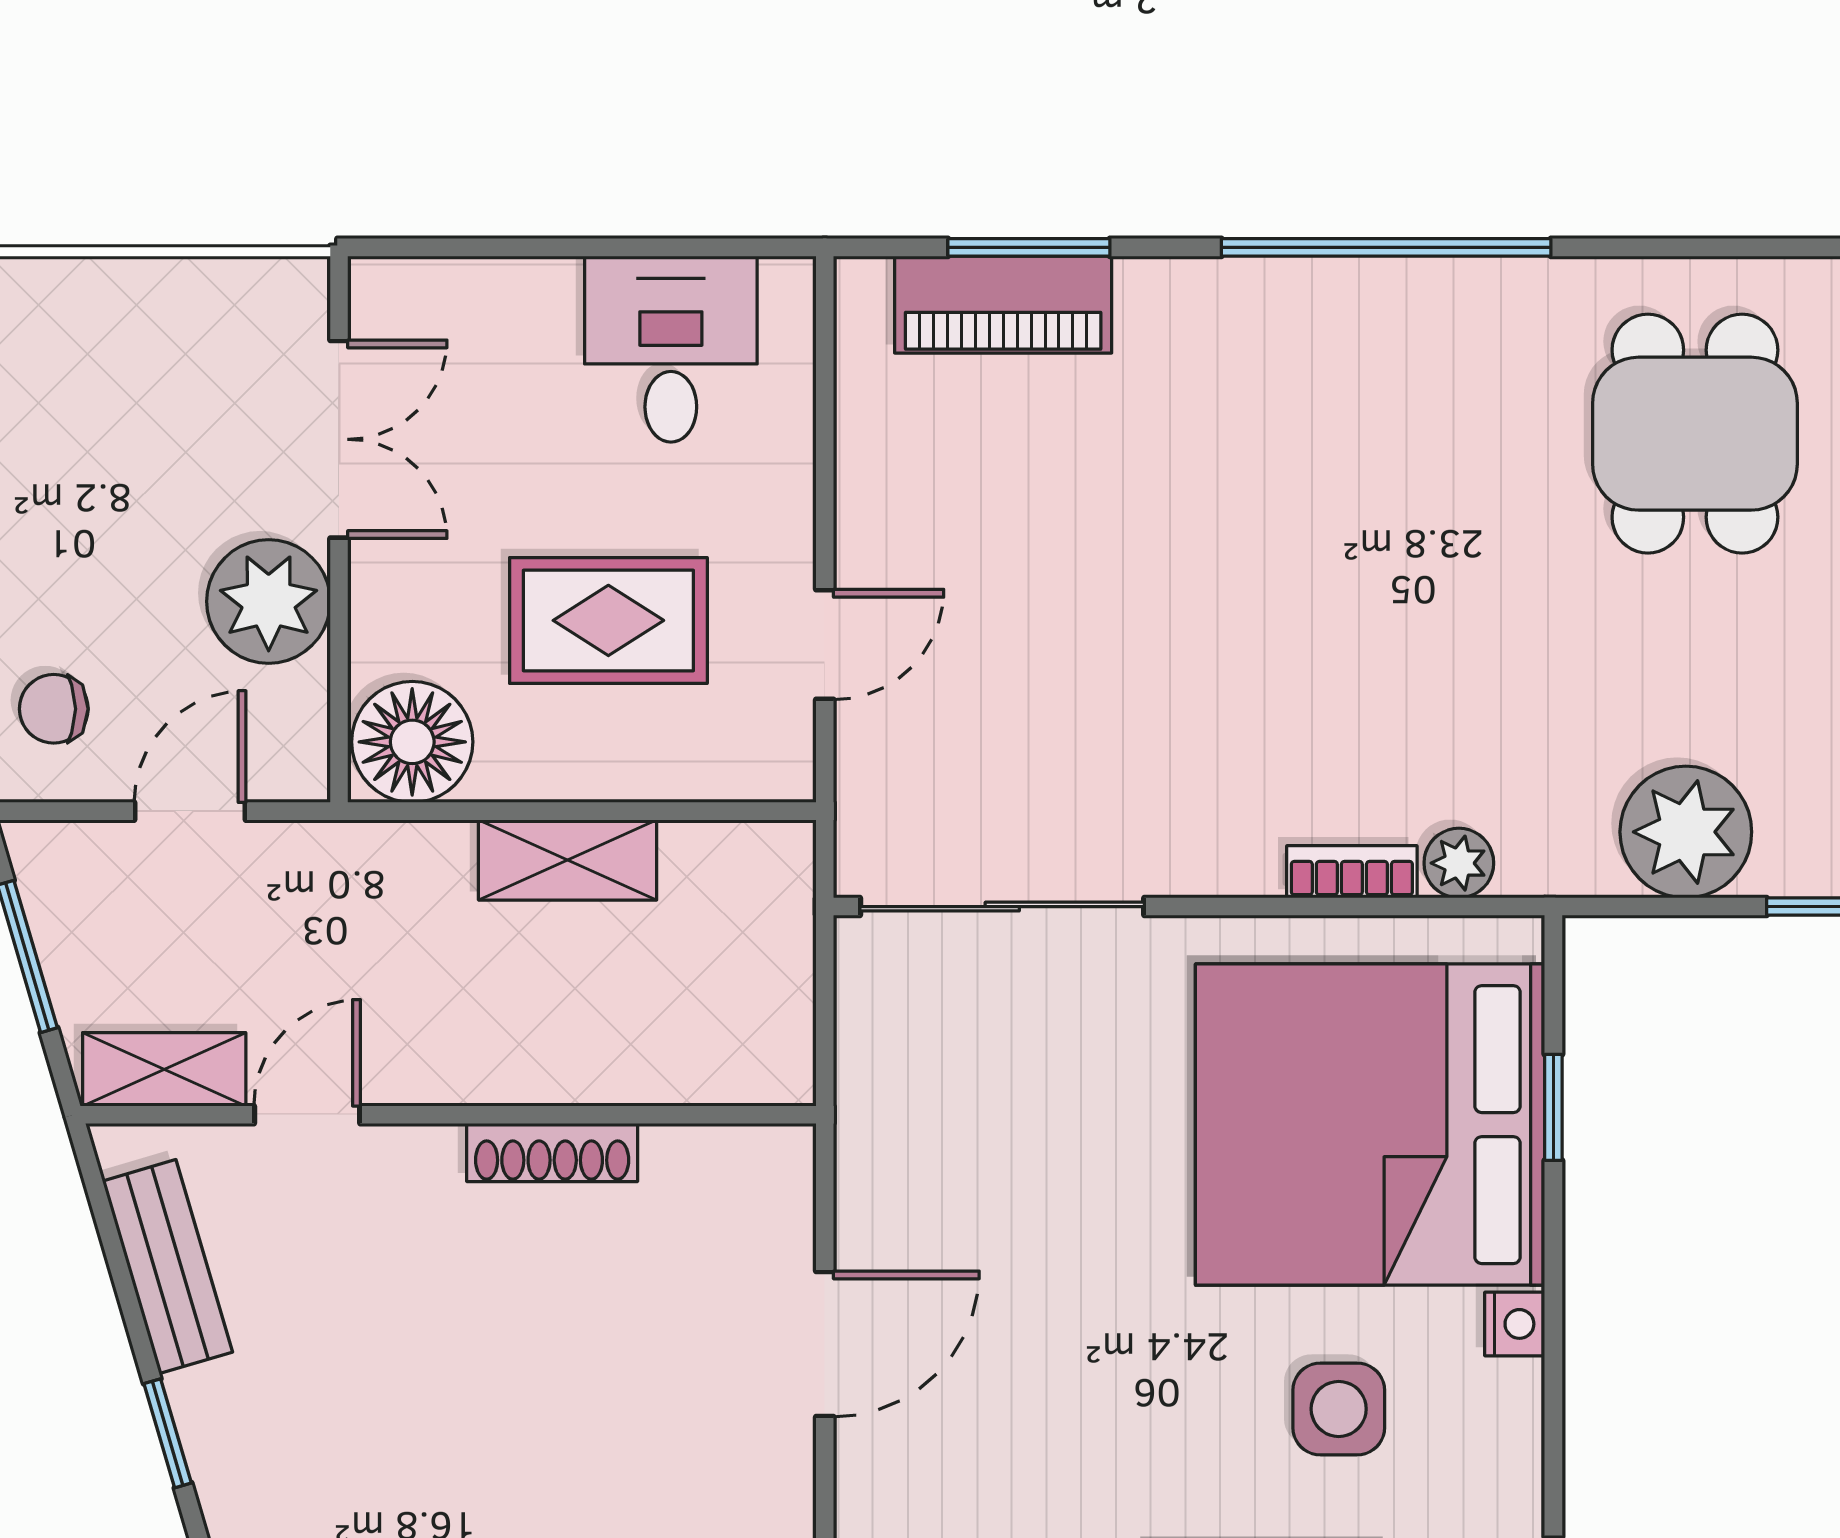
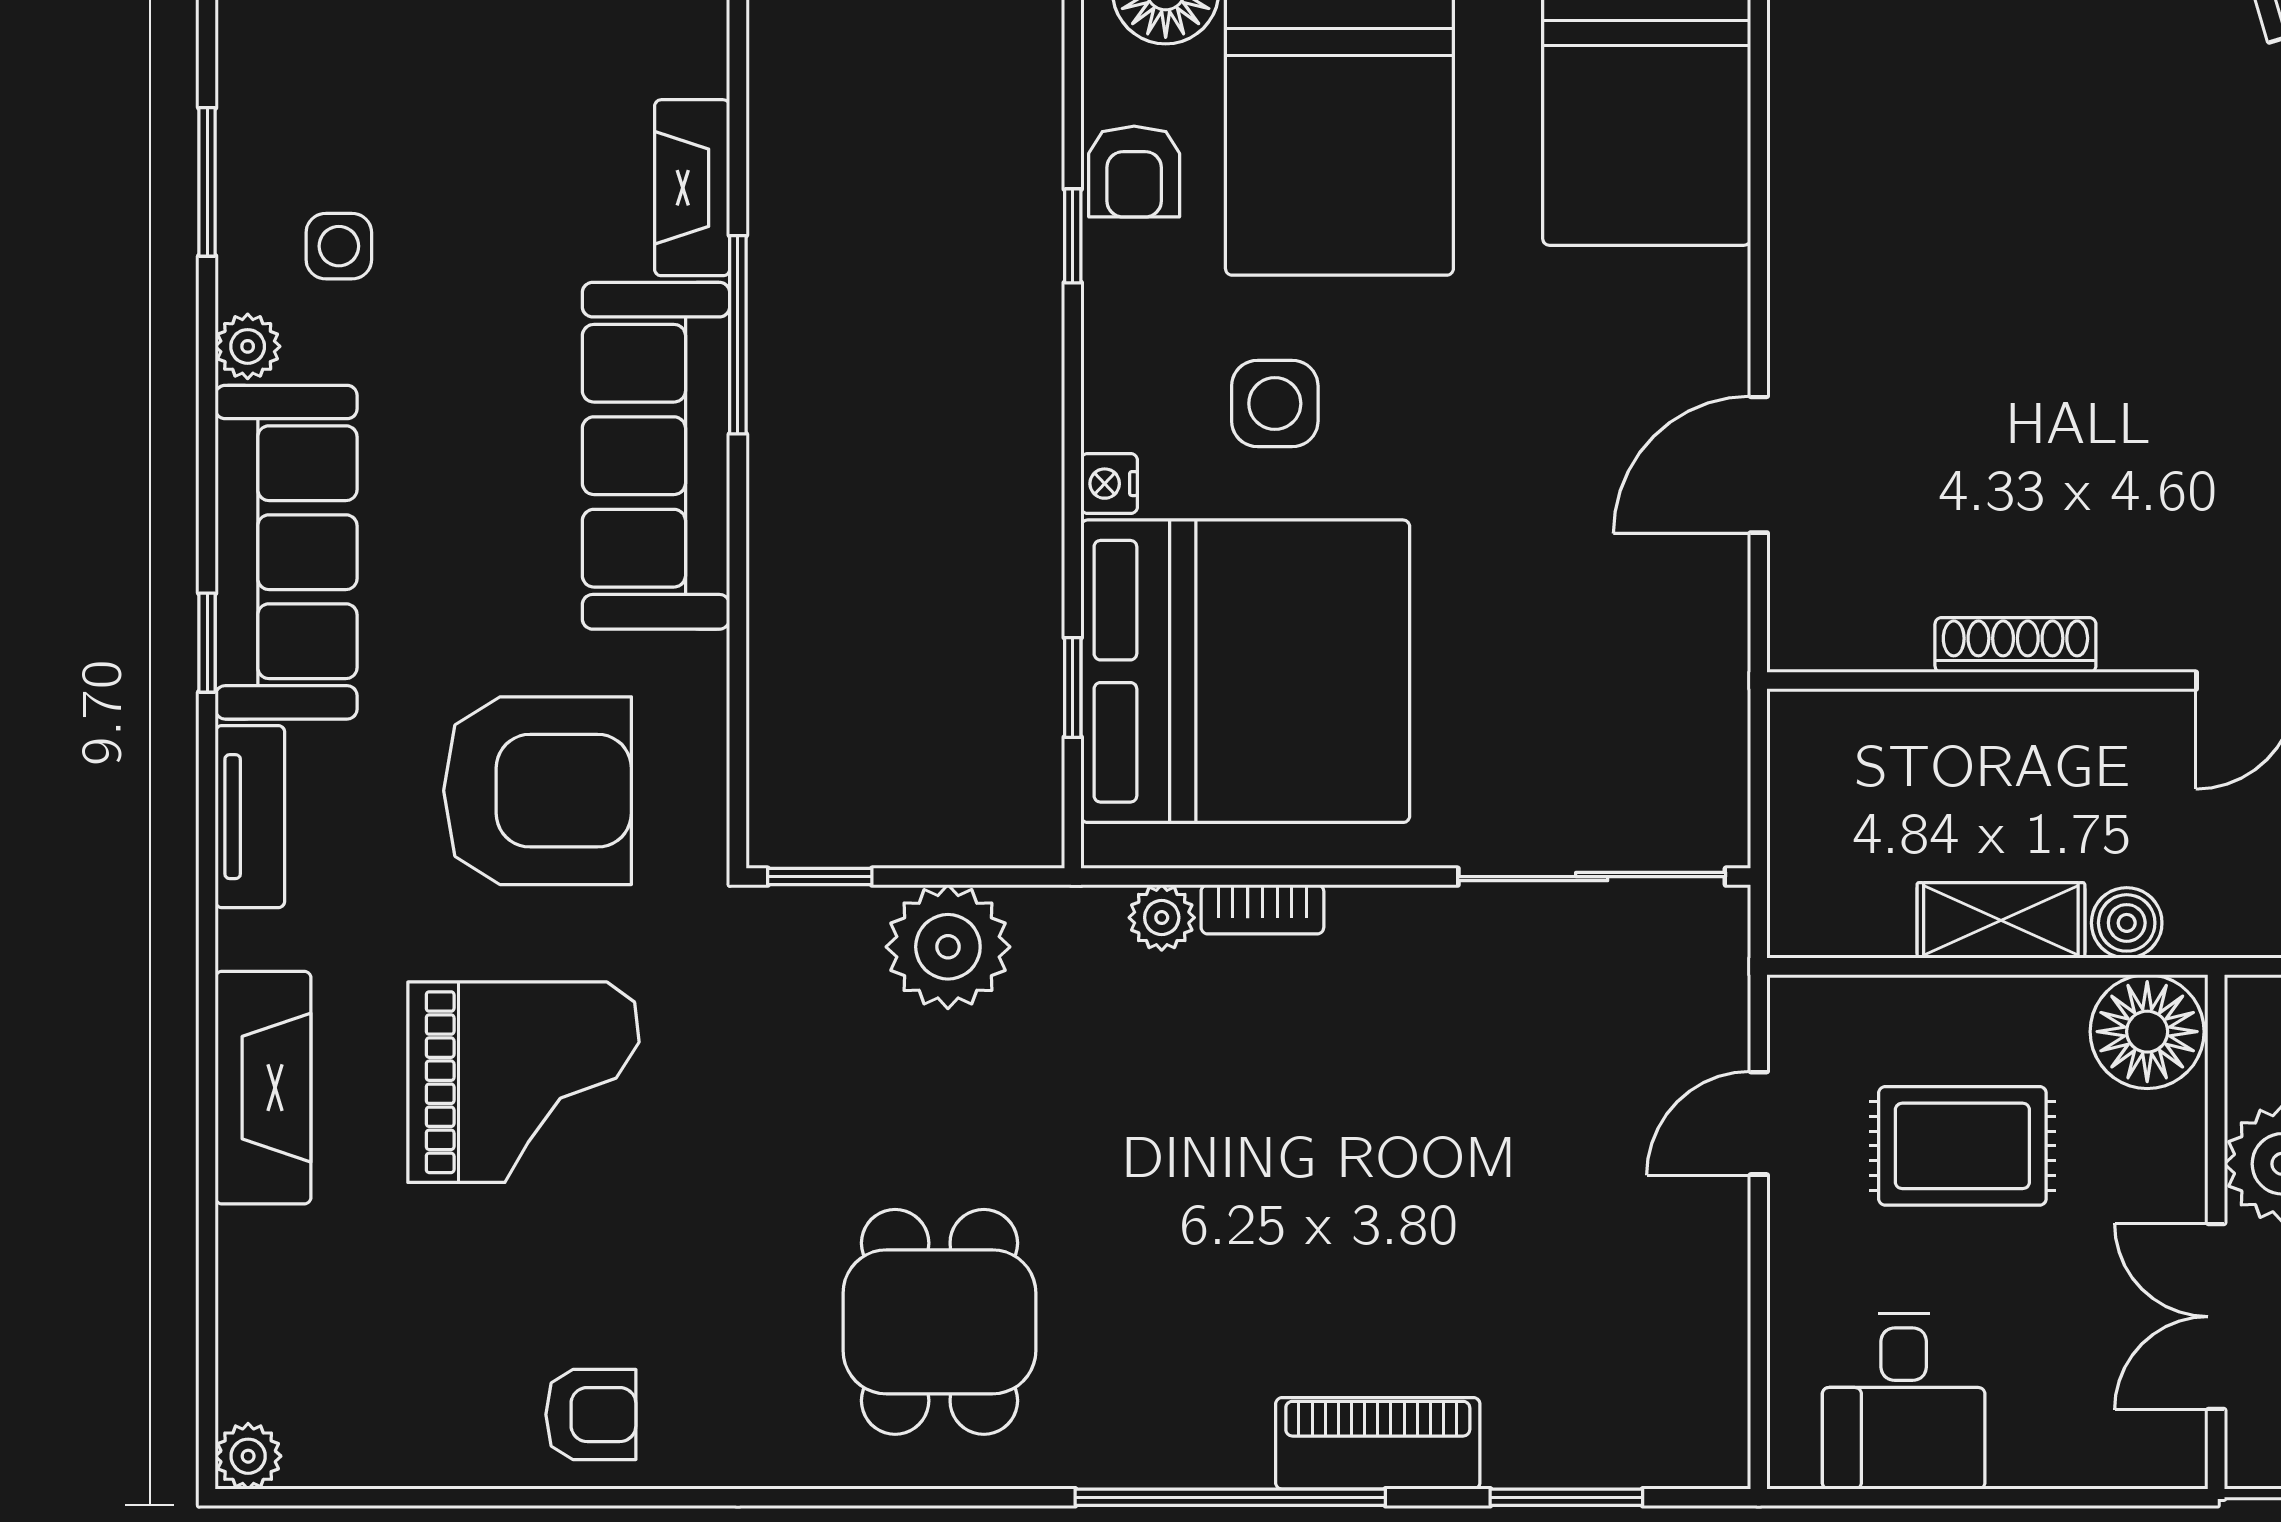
piano: (1003, 305) -> (1378, 1443), moved
boiler: (434, 857) -> (2127, 923), added

